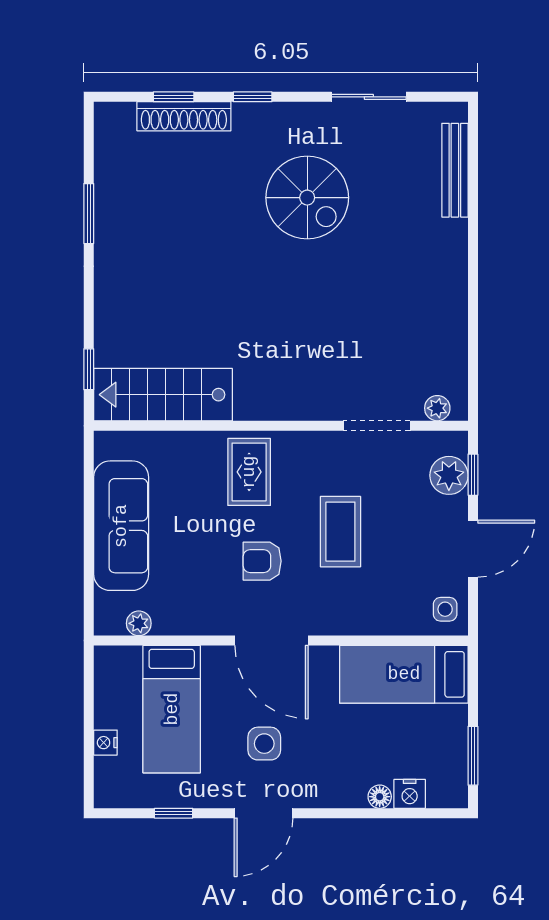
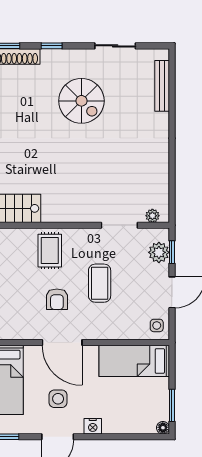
armchair: (262, 561) -> (57, 299), turned -90
nightstand: (410, 794) -> (93, 426), moved
floor lamp: (380, 797) -> (163, 428), moved

